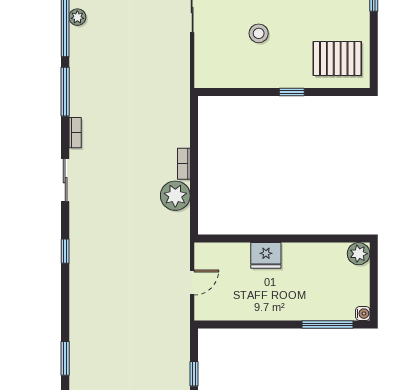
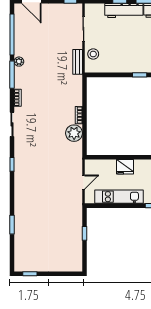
plant: (77, 17) -> (19, 62), moved
stool: (259, 33) -> (93, 54), moved
bench: (182, 69) -> (78, 62), added
kitchen unit: (255, 309) -> (119, 197), added

